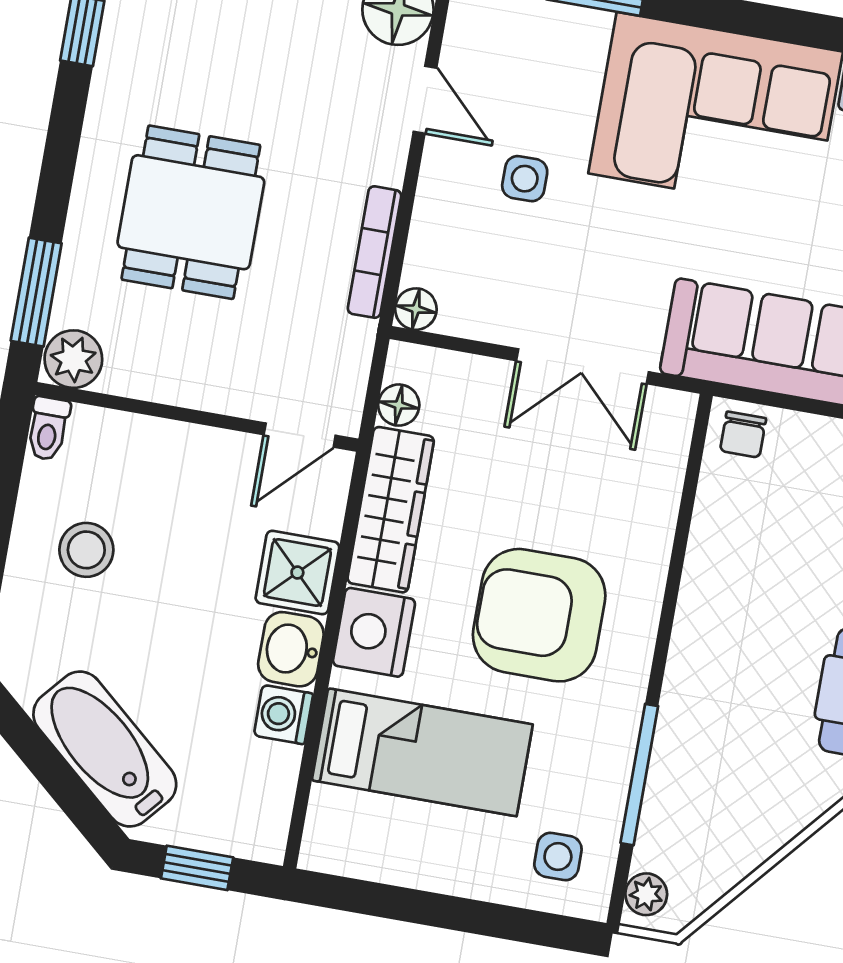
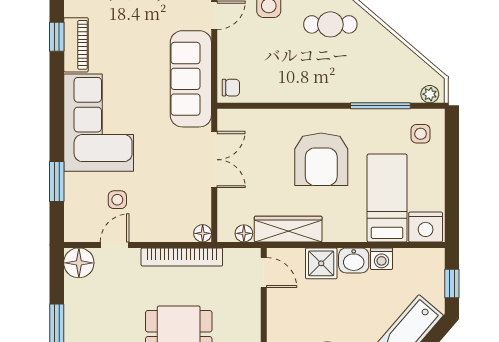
side table: (525, 179) -> (117, 200), moved
bookcase: (374, 252) -> (182, 257), width x1.48, depth x1.31
nightstand: (374, 632) -> (426, 227), moved

